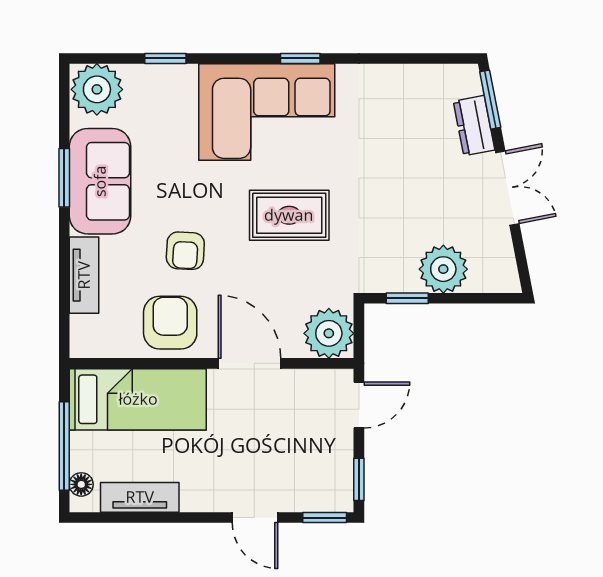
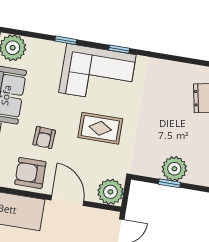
window: (165, 58) -> (66, 40), moved
window: (407, 298) -> (169, 183), moved
armchair: (170, 323) -> (30, 173), turned -90

